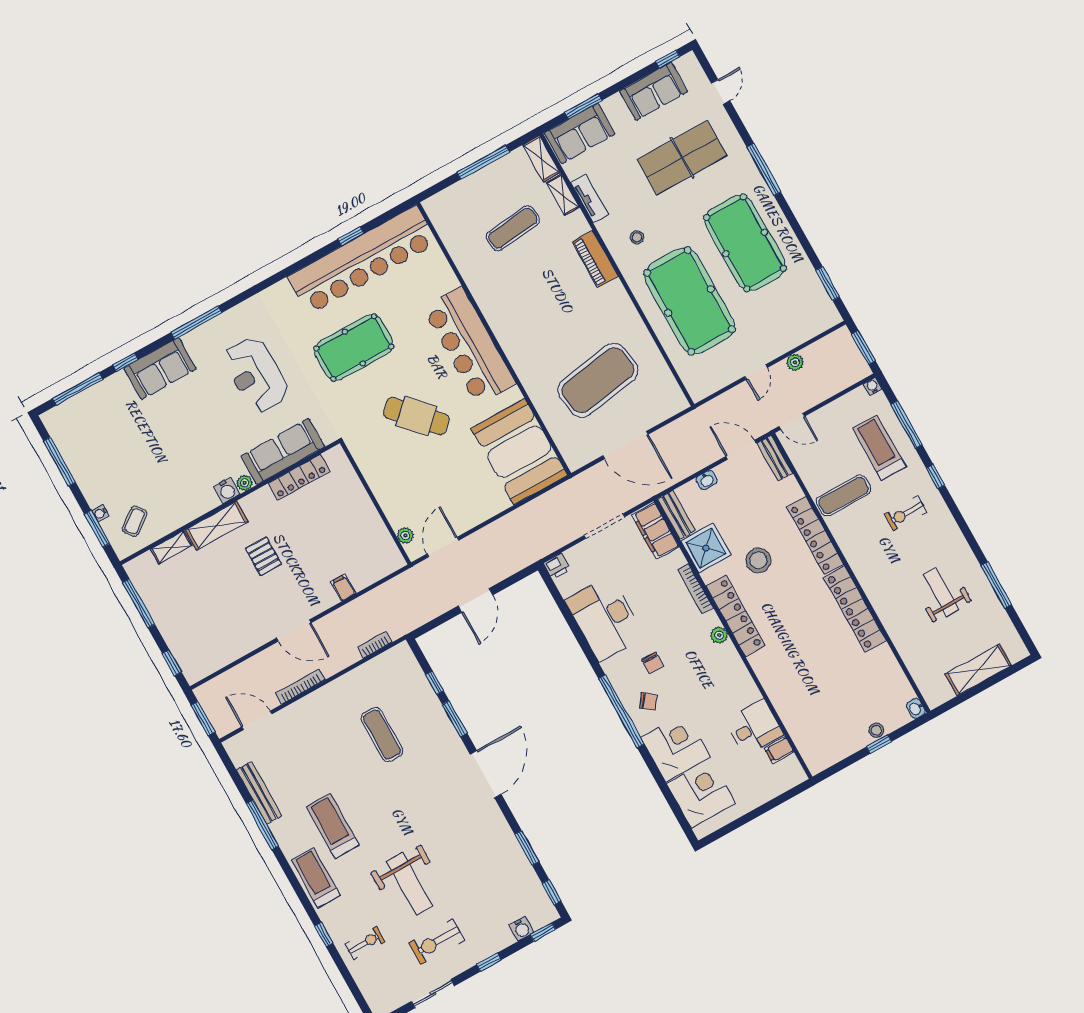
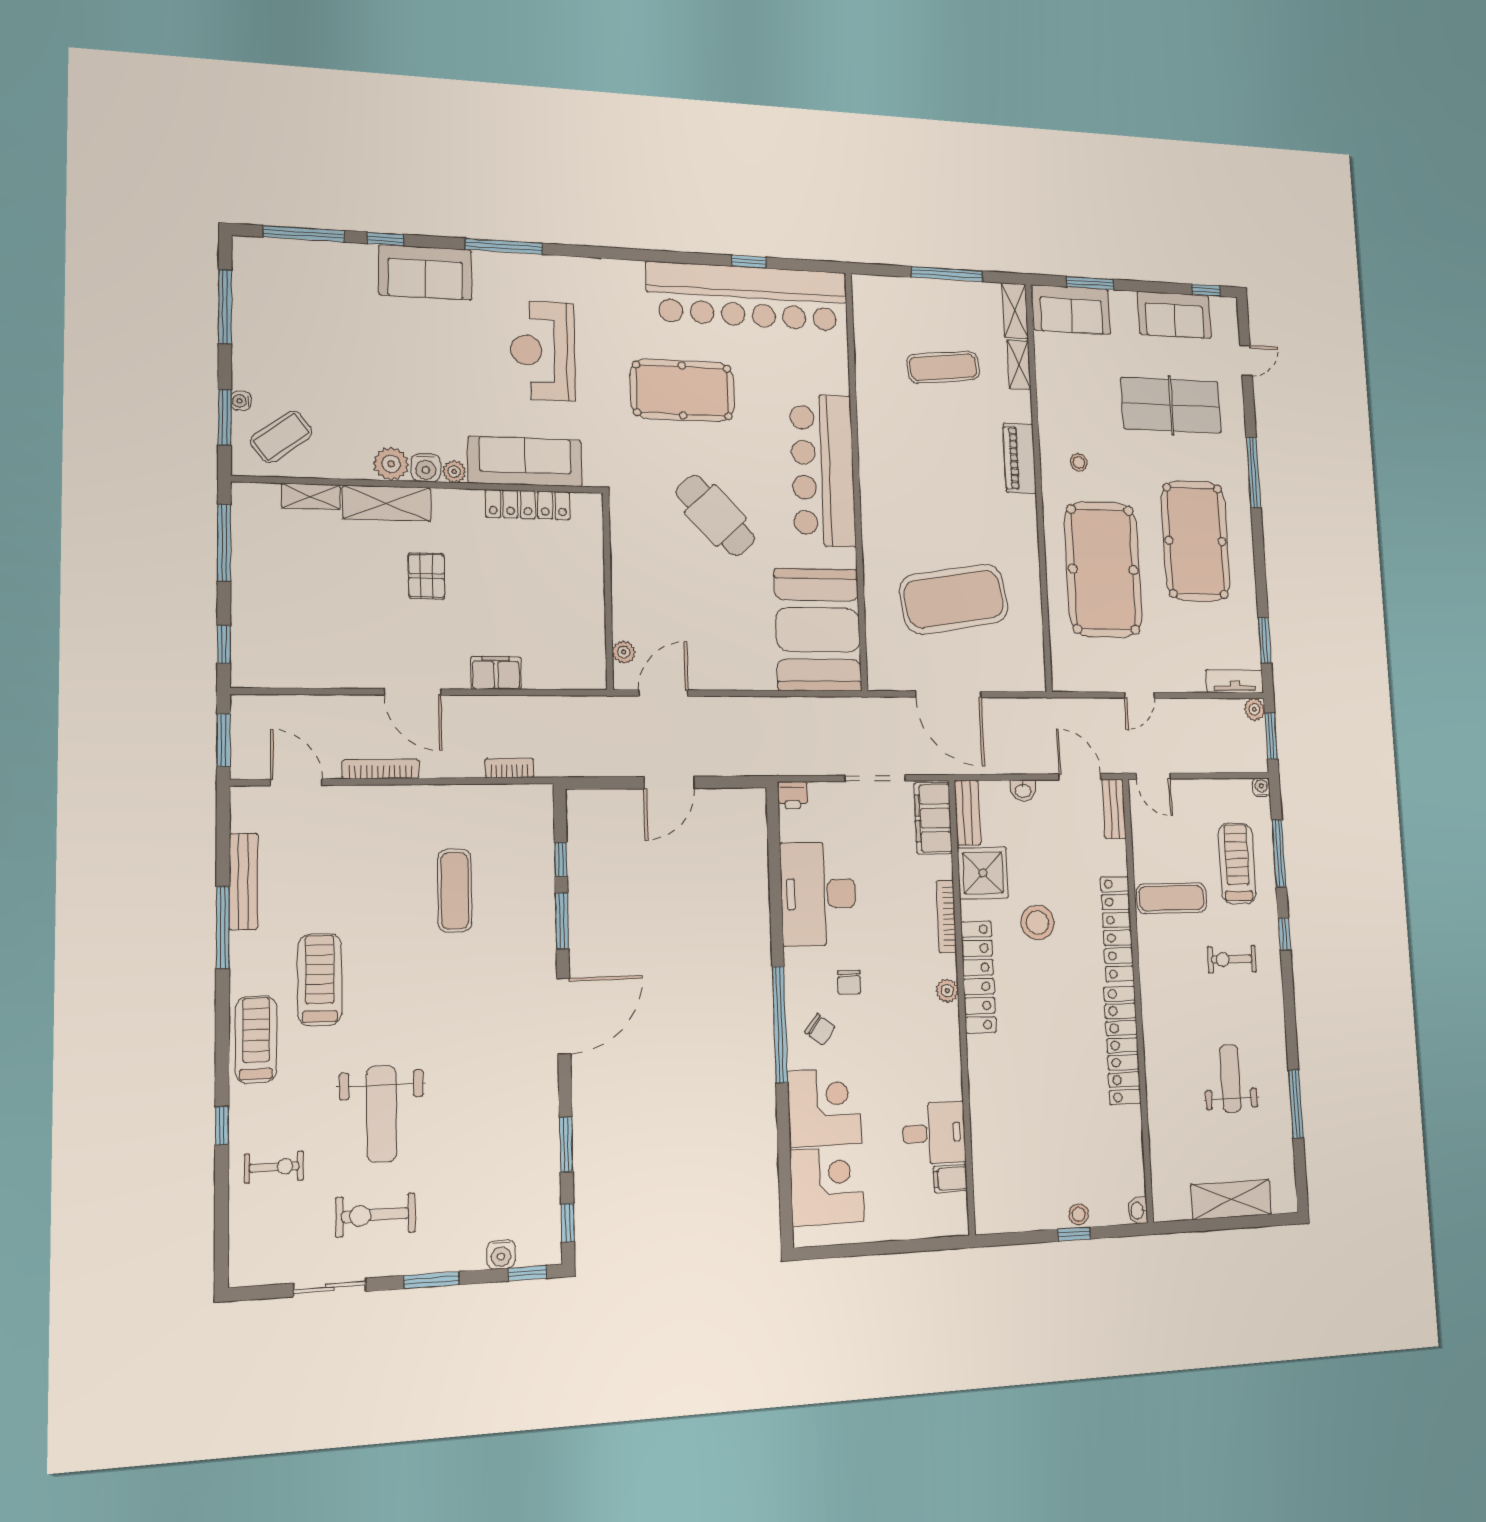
tv unit: (589, 198) -> (1235, 681), moved, turned -90
plant: (795, 362) -> (1254, 709), moved
plant: (206, 500) -> (391, 464), added
coffee table: (135, 521) -> (281, 437), width x1.36, depth x1.30
filing cabinet: (343, 588) -> (496, 673), width x2.00
window: (489, 962) -> (431, 1280), width x1.50

